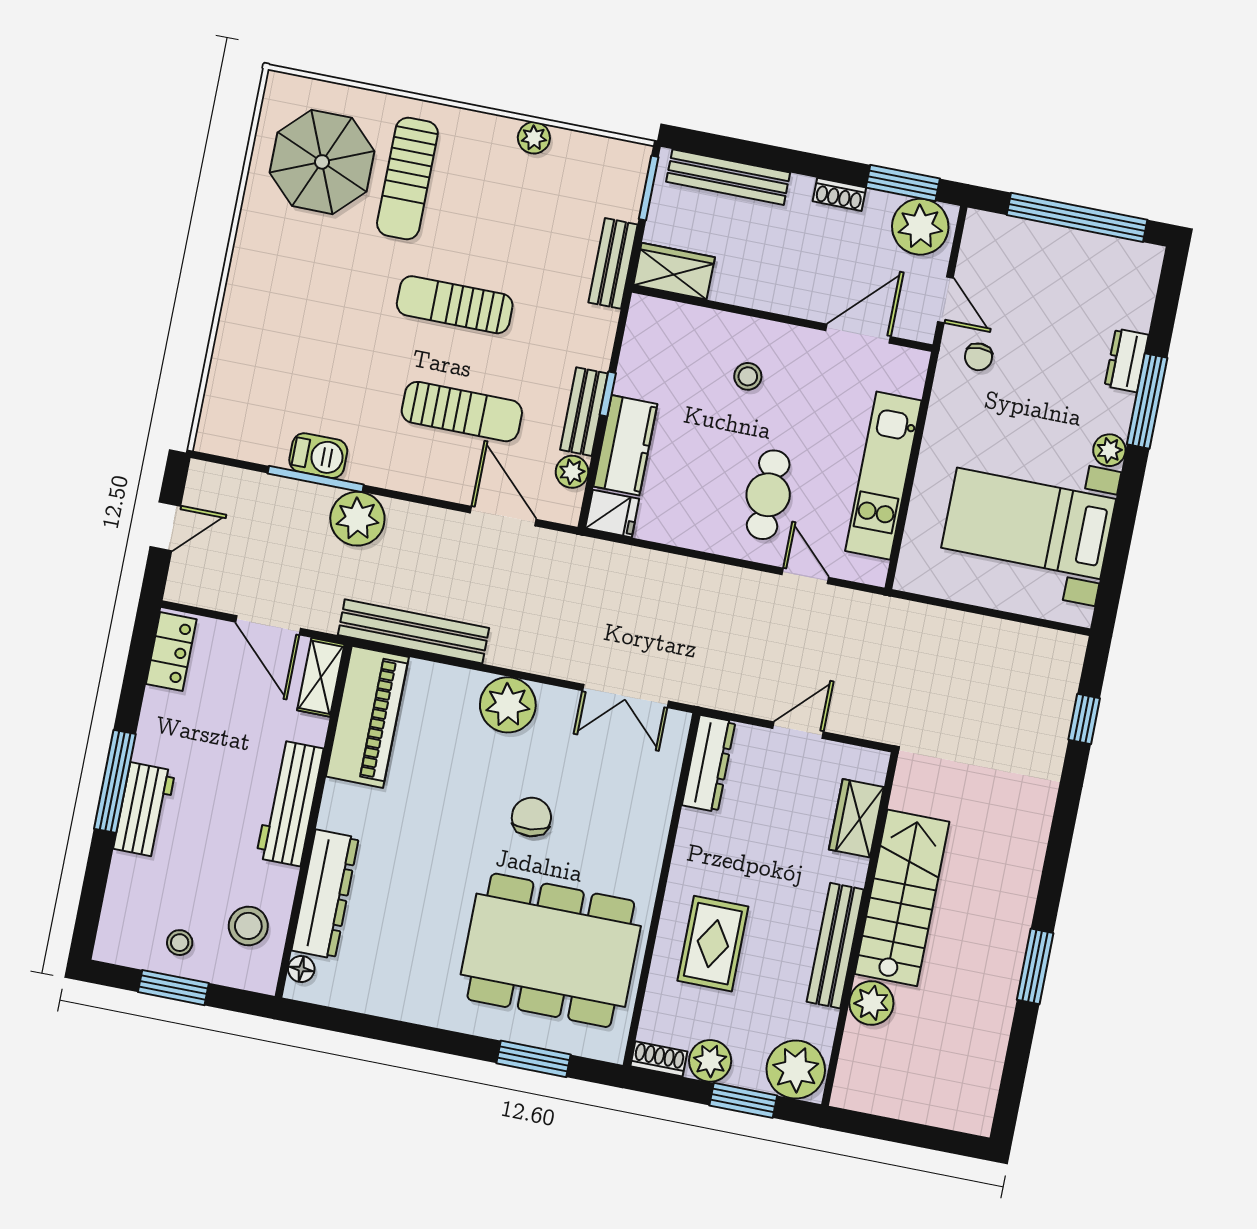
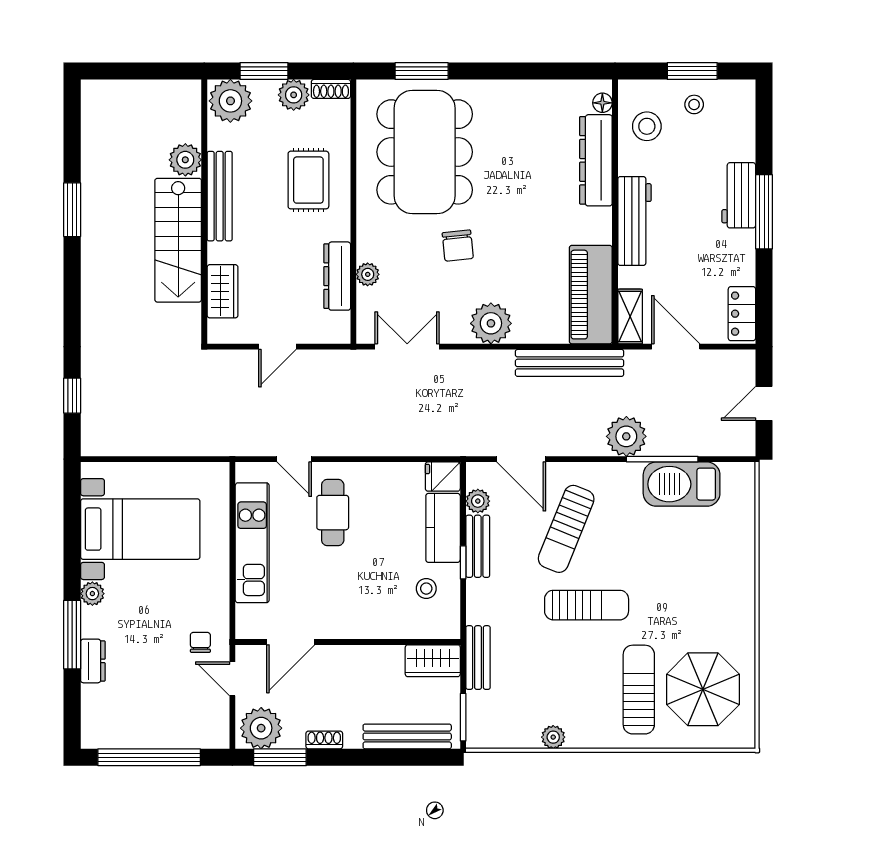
stool: (748, 376) -> (426, 589), moved
sun lounger: (462, 412) -> (566, 529), turned -68
barbecue: (318, 456) -> (682, 484), width x1.88, depth x1.53
dresser: (709, 763) -> (337, 276), moved
plant: (659, 802) -> (368, 274), added
dining table: (551, 950) -> (425, 152), turned 90

